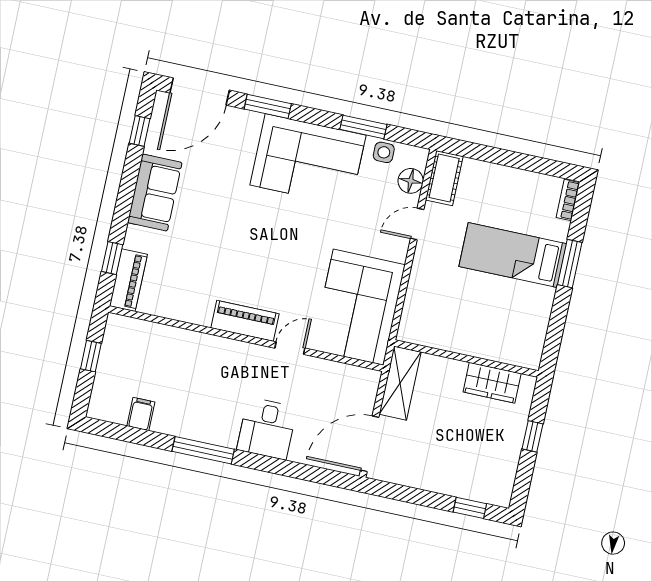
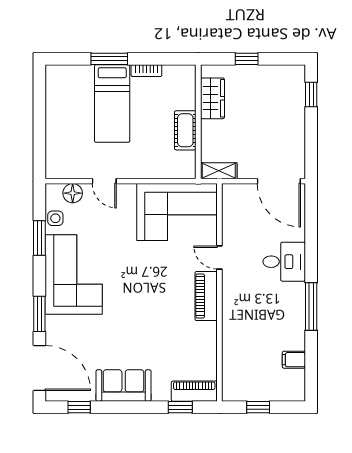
cot: (444, 178) -> (185, 130), moved, turned 90
bookcase: (568, 200) -> (146, 71), moved
shelving: (400, 383) -> (219, 171), width x0.67, depth x0.75

